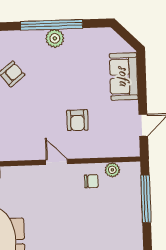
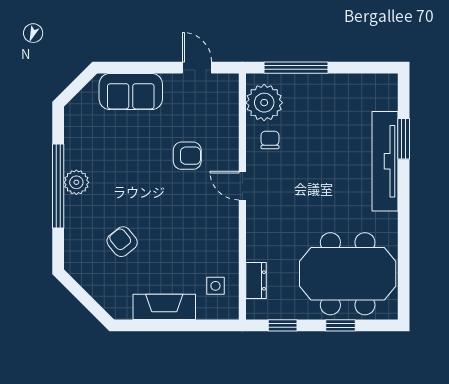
door: (57, 162) -> (242, 186), hinge flipped
plant: (112, 170) -> (264, 103), width x1.87, depth x1.87

